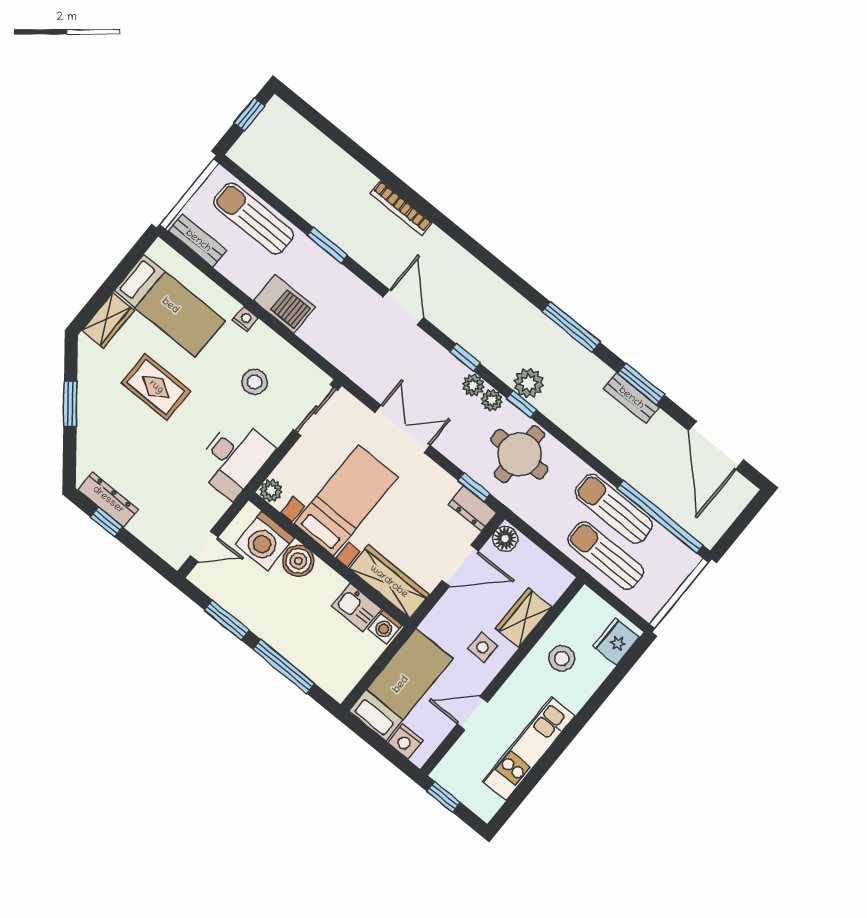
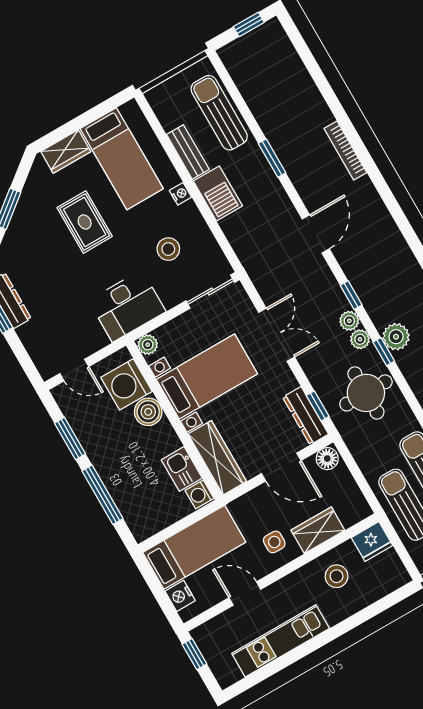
bench: (198, 241) -> (188, 152), moved
dresser: (472, 508) -> (305, 416), width x1.44
fridge: (616, 642) -> (372, 542), moved, turned 180

